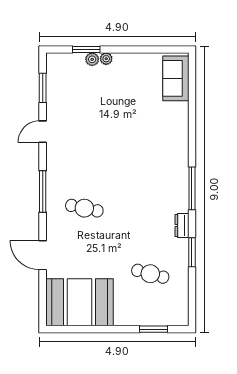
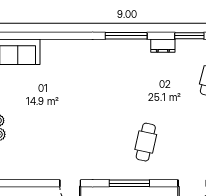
window: (43, 88) -> (27, 183), removed

